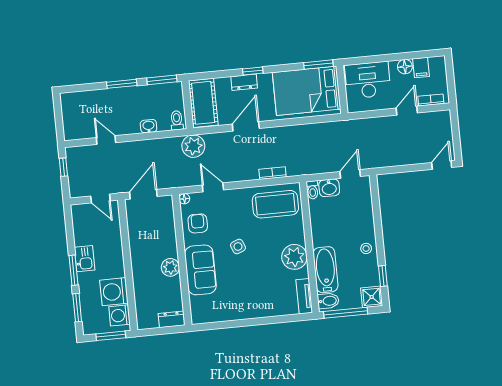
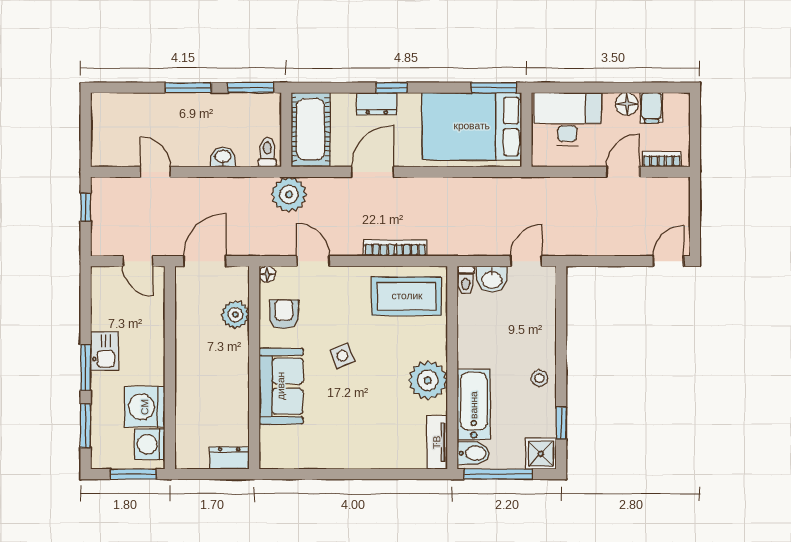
bookcase: (272, 173) -> (395, 248), width x1.56
plant: (170, 267) -> (235, 315), moved

